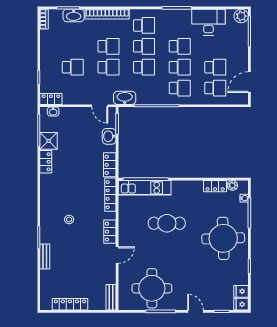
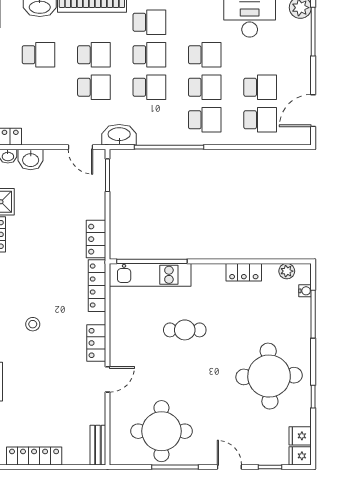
school desk: (73, 67) -> (39, 55), moved
washbasin: (109, 136) -> (31, 160), moved, turned -90
locker: (215, 186) -> (244, 272), moved
cafe table: (167, 223) -> (185, 330), width x0.73, depth x0.74
round table: (223, 238) -> (269, 376), moved

